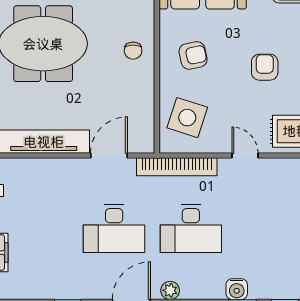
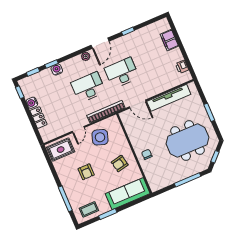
side table: (187, 118) -> (100, 137), moved
door: (109, 156) -> (138, 104), hinge flipped
door: (245, 156) -> (78, 129), hinge flipped

